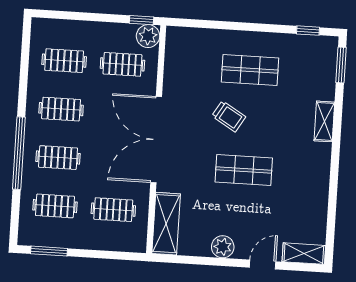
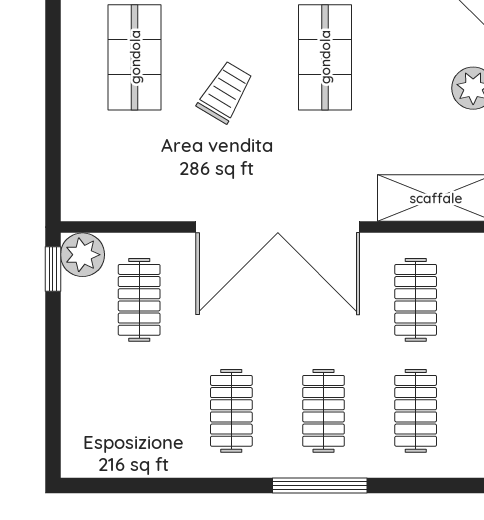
clothes rail: (64, 61) -> (139, 411), removed
window: (19, 153) -> (320, 485), width x0.68

